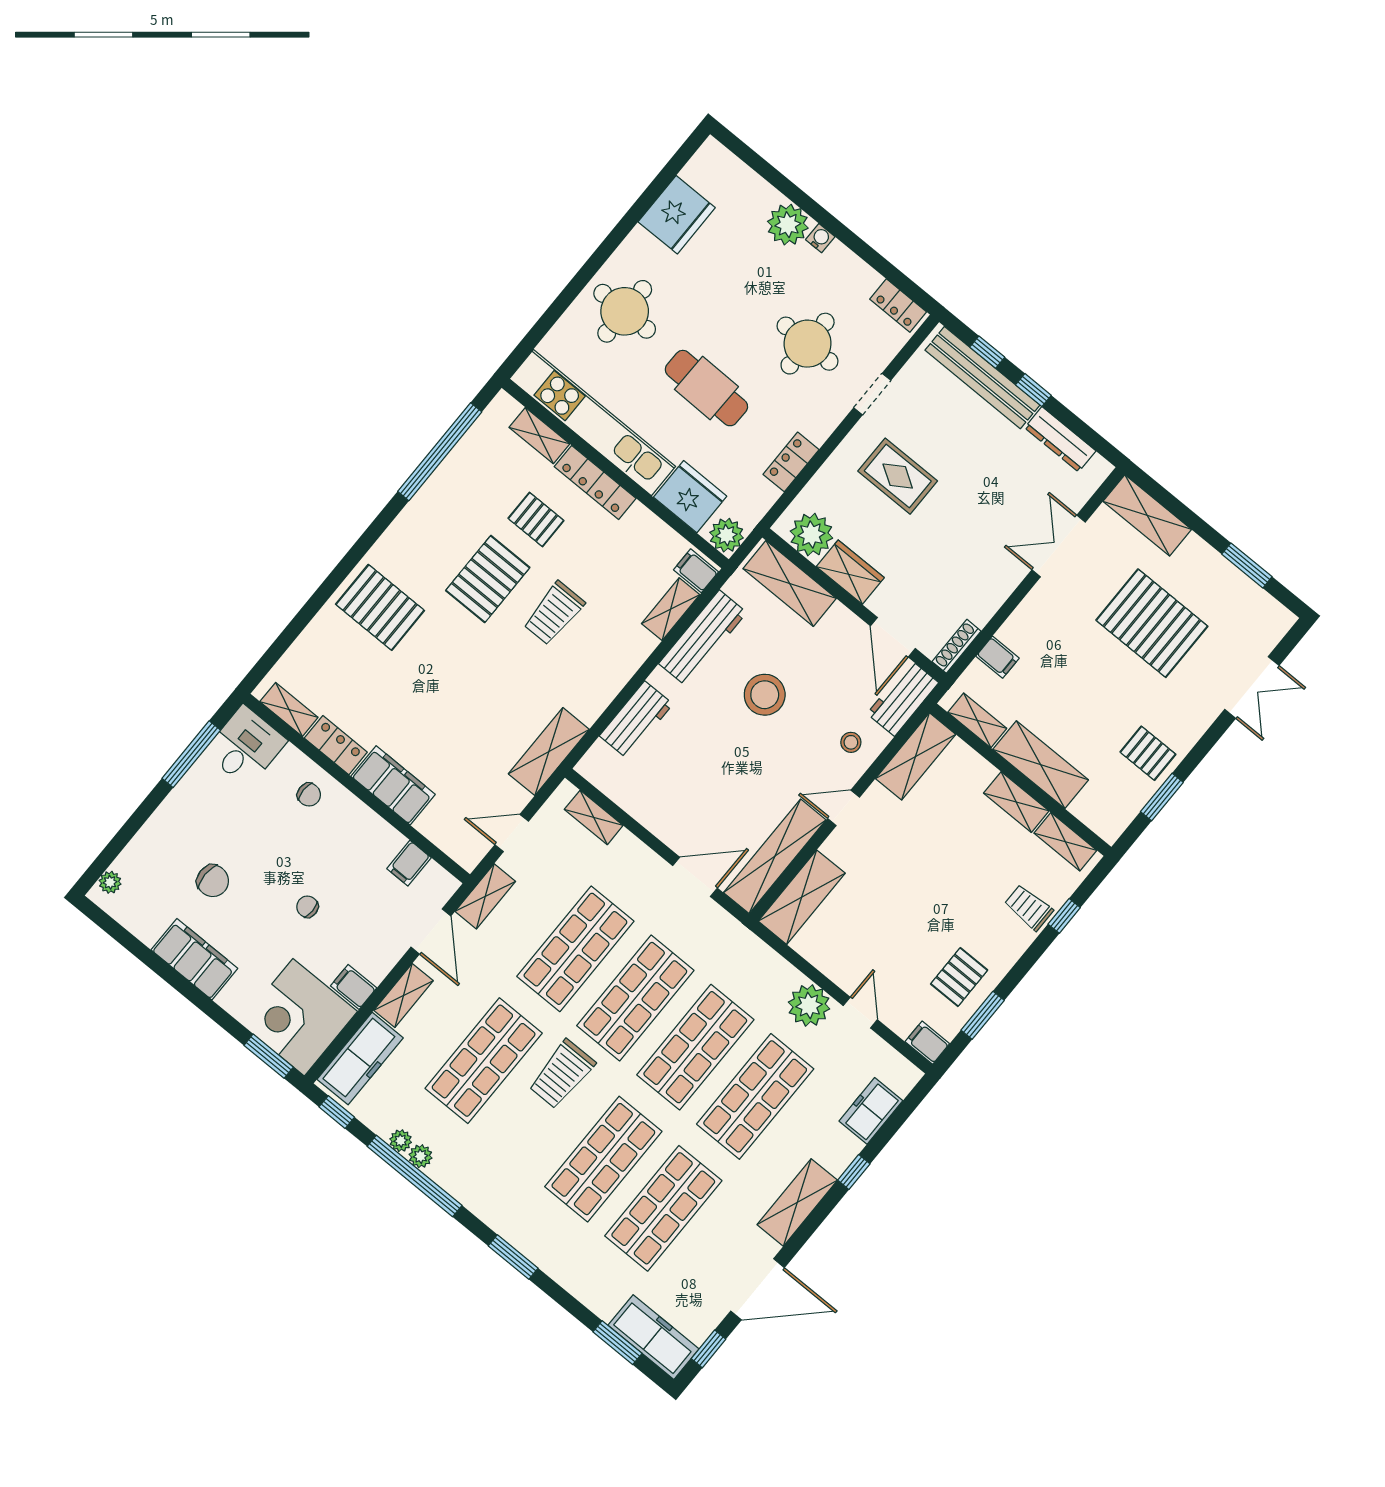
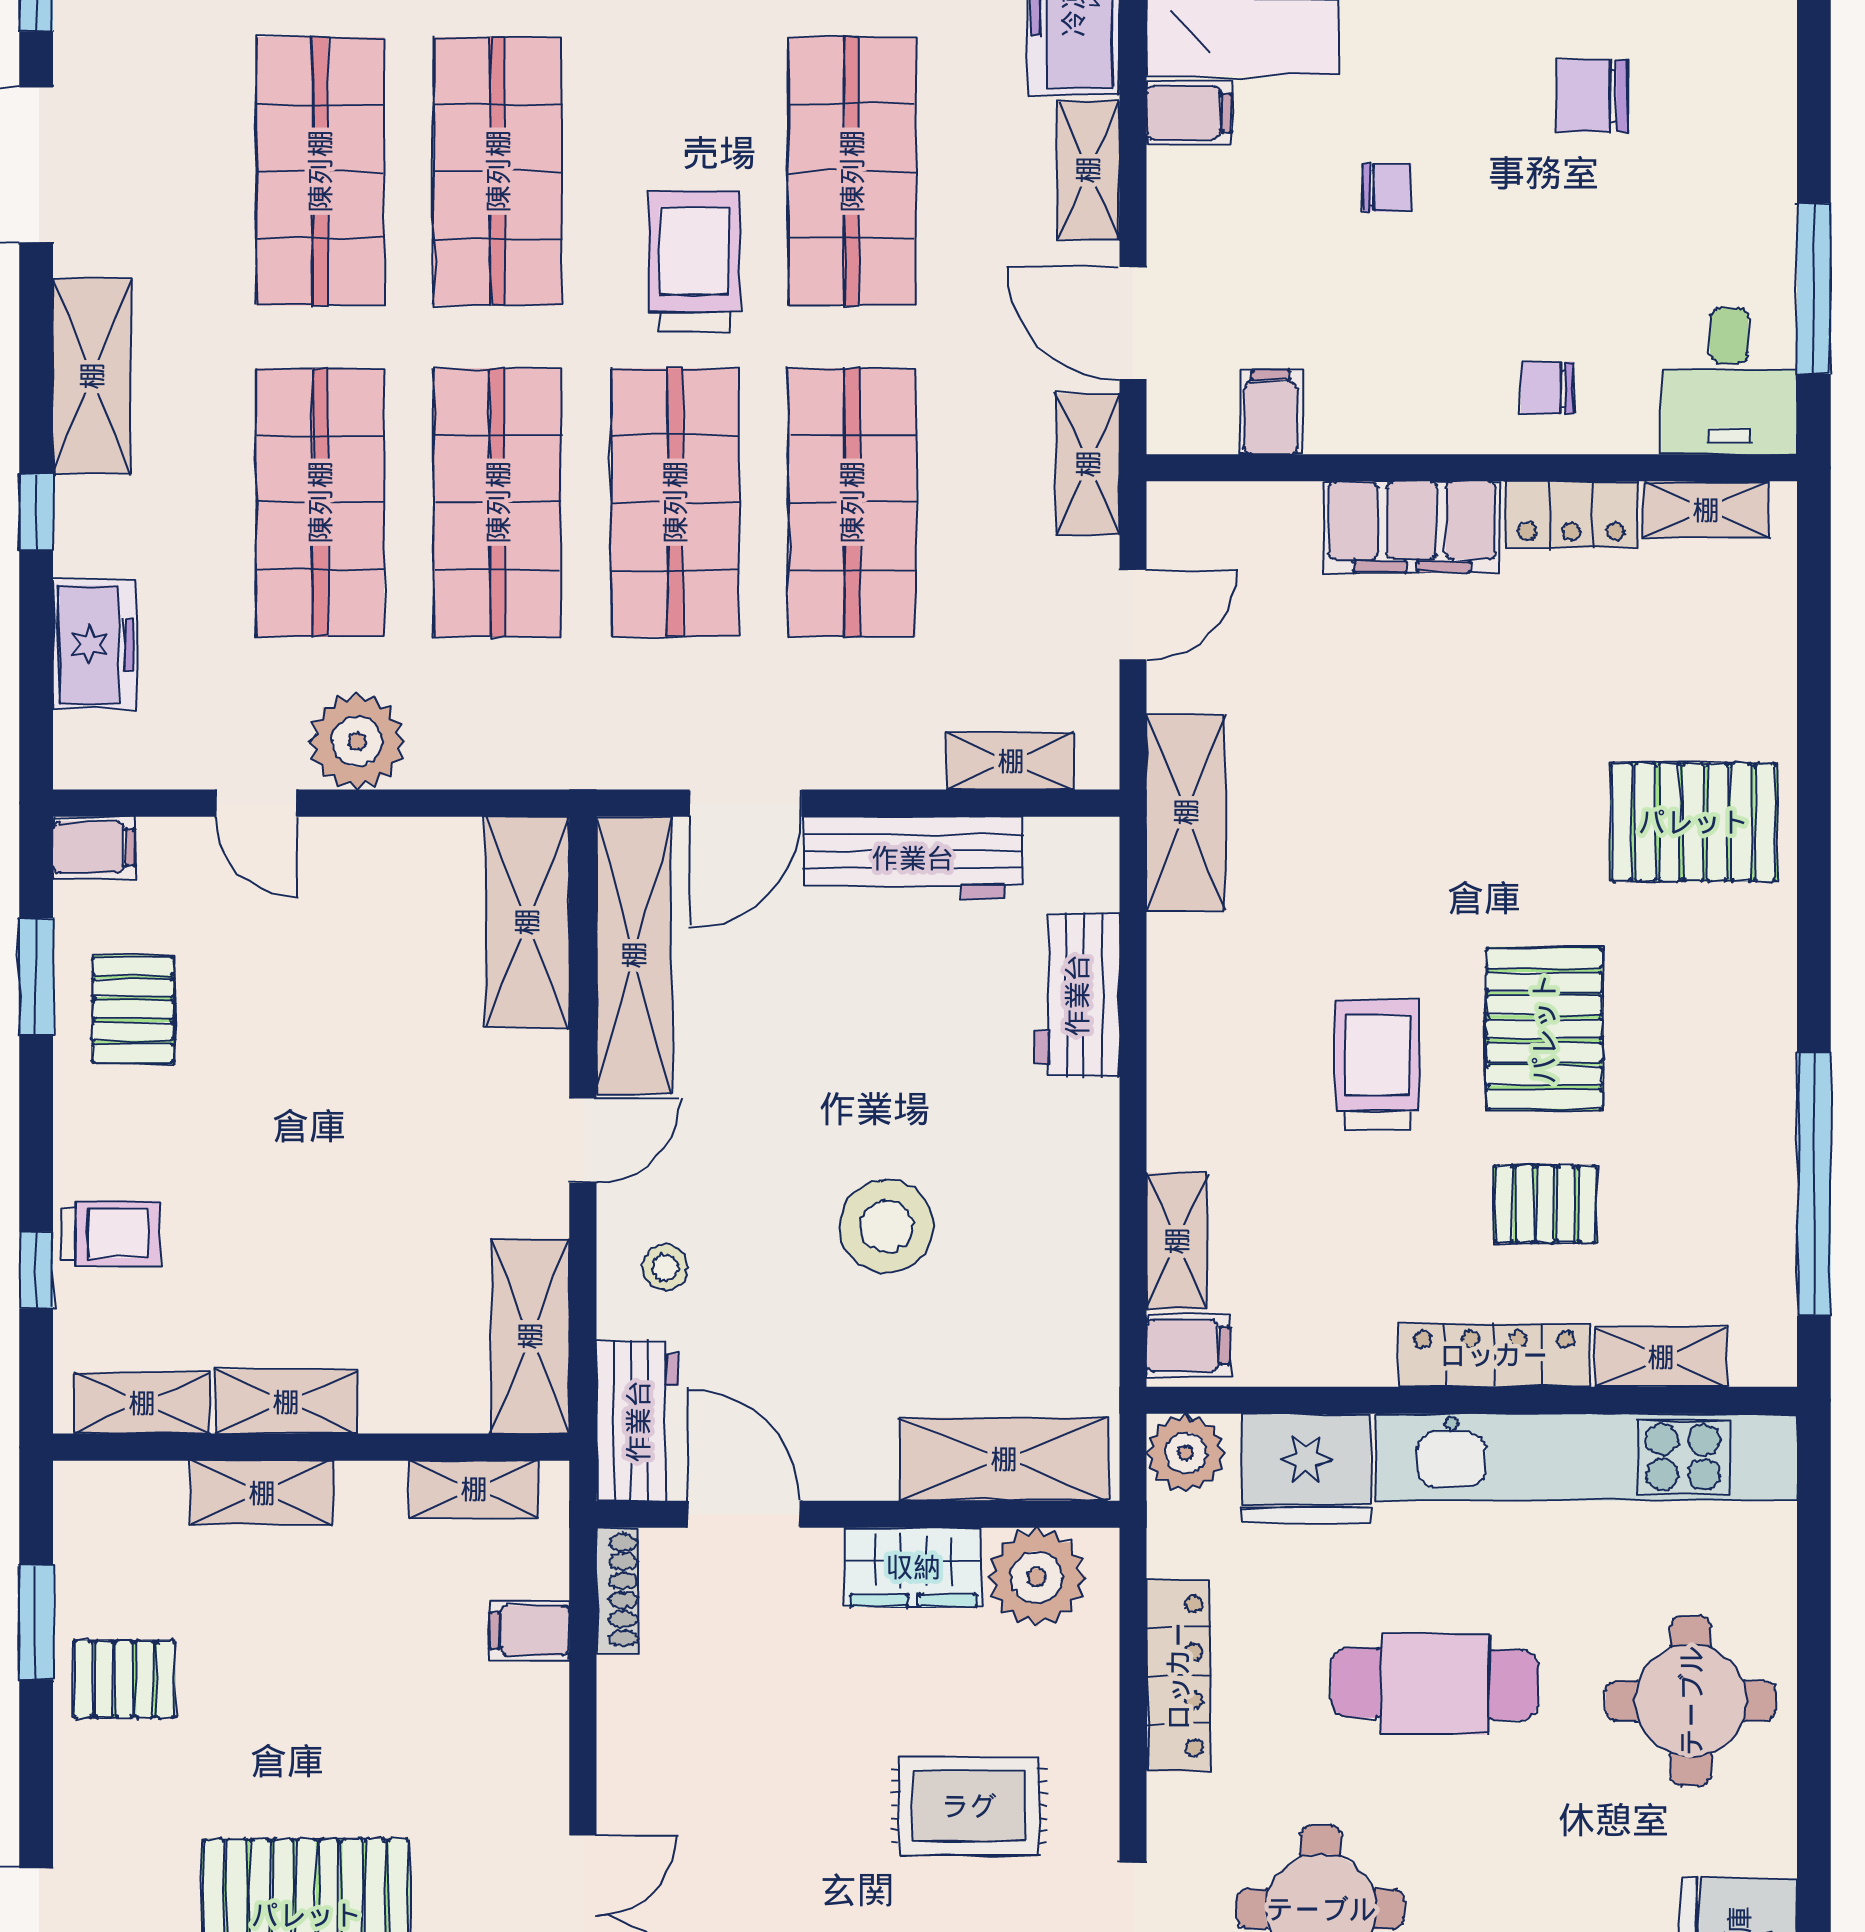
locker: (791, 462) -> (1178, 1676), width x1.53
workbench: (703, 638) -> (913, 858), moved, turned -90
shelving: (1041, 765) -> (262, 1493), width x0.67, depth x0.75

